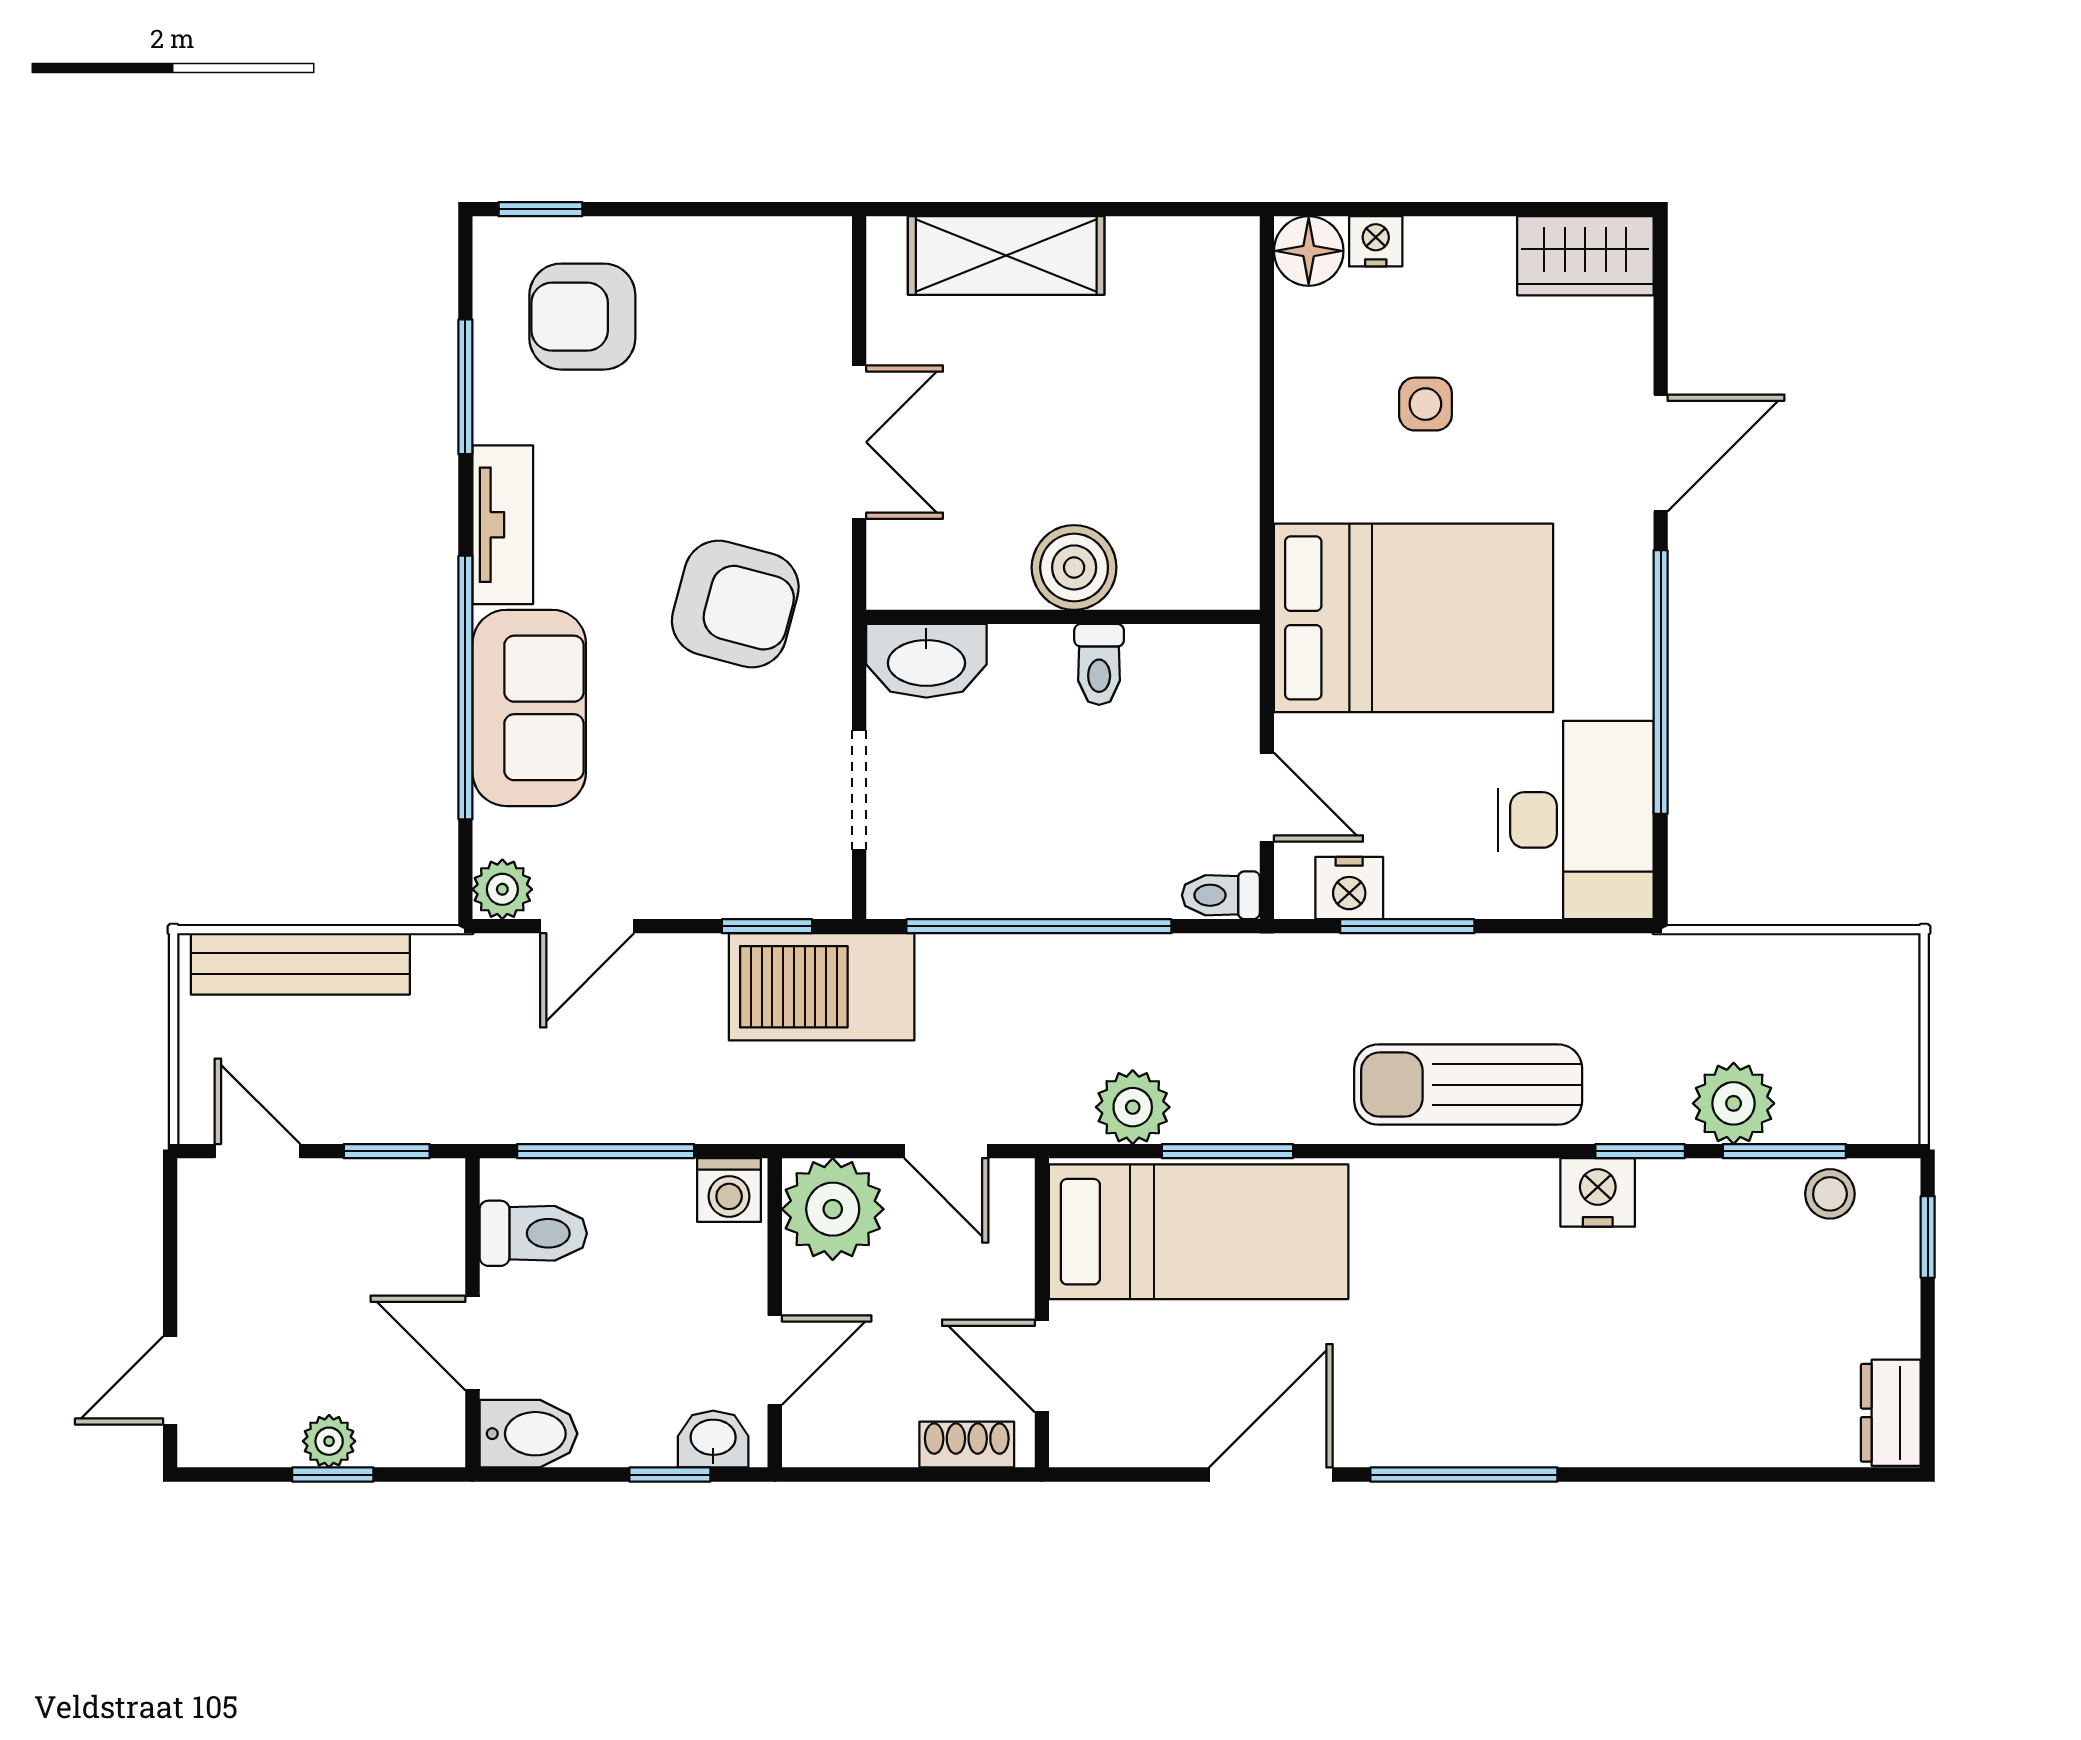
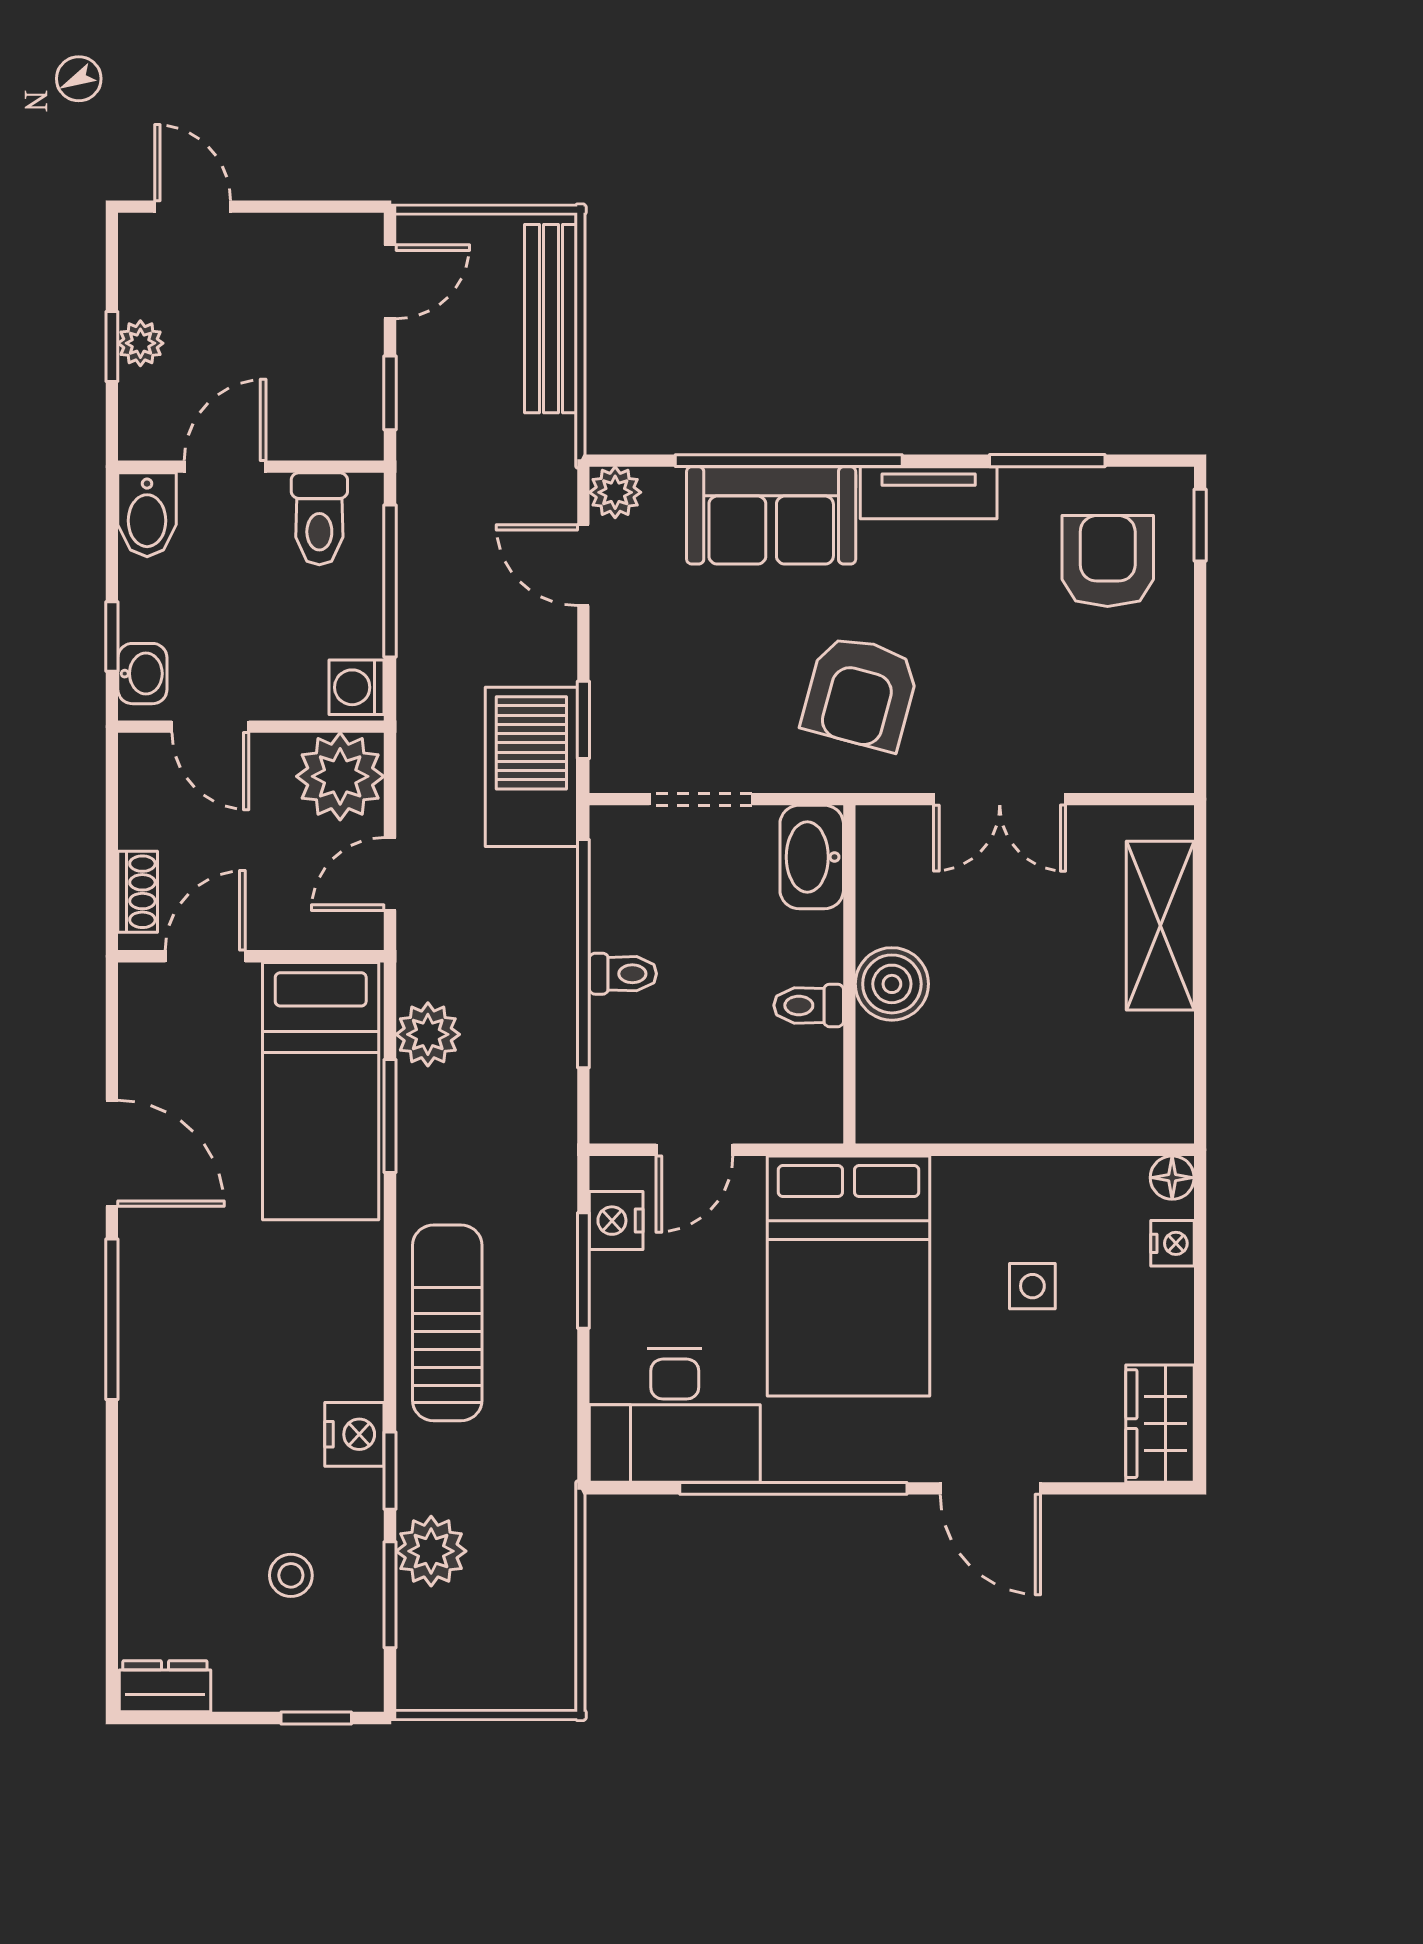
floor lamp: (1309, 251) -> (1172, 1178), width x0.73, depth x0.73
toilet: (1221, 895) -> (623, 974), moved, turned 90
stool: (1830, 1194) -> (291, 1575), moved

